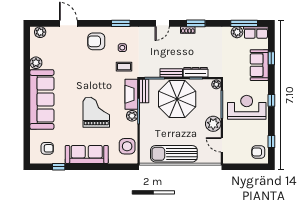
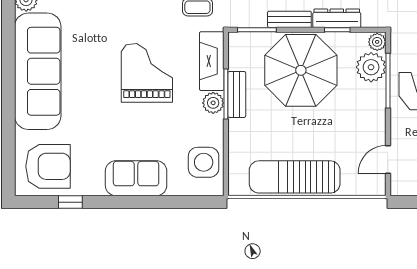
bench: (144, 91) -> (237, 94), moved
grand piano: (96, 112) -> (147, 73), moved
plant: (213, 124) -> (371, 67), moved
door: (222, 145) -> (388, 159), hinge flipped
armchair: (47, 148) -> (48, 166), width x1.88, depth x1.88
sofa: (87, 154) -> (136, 178), width x0.73

